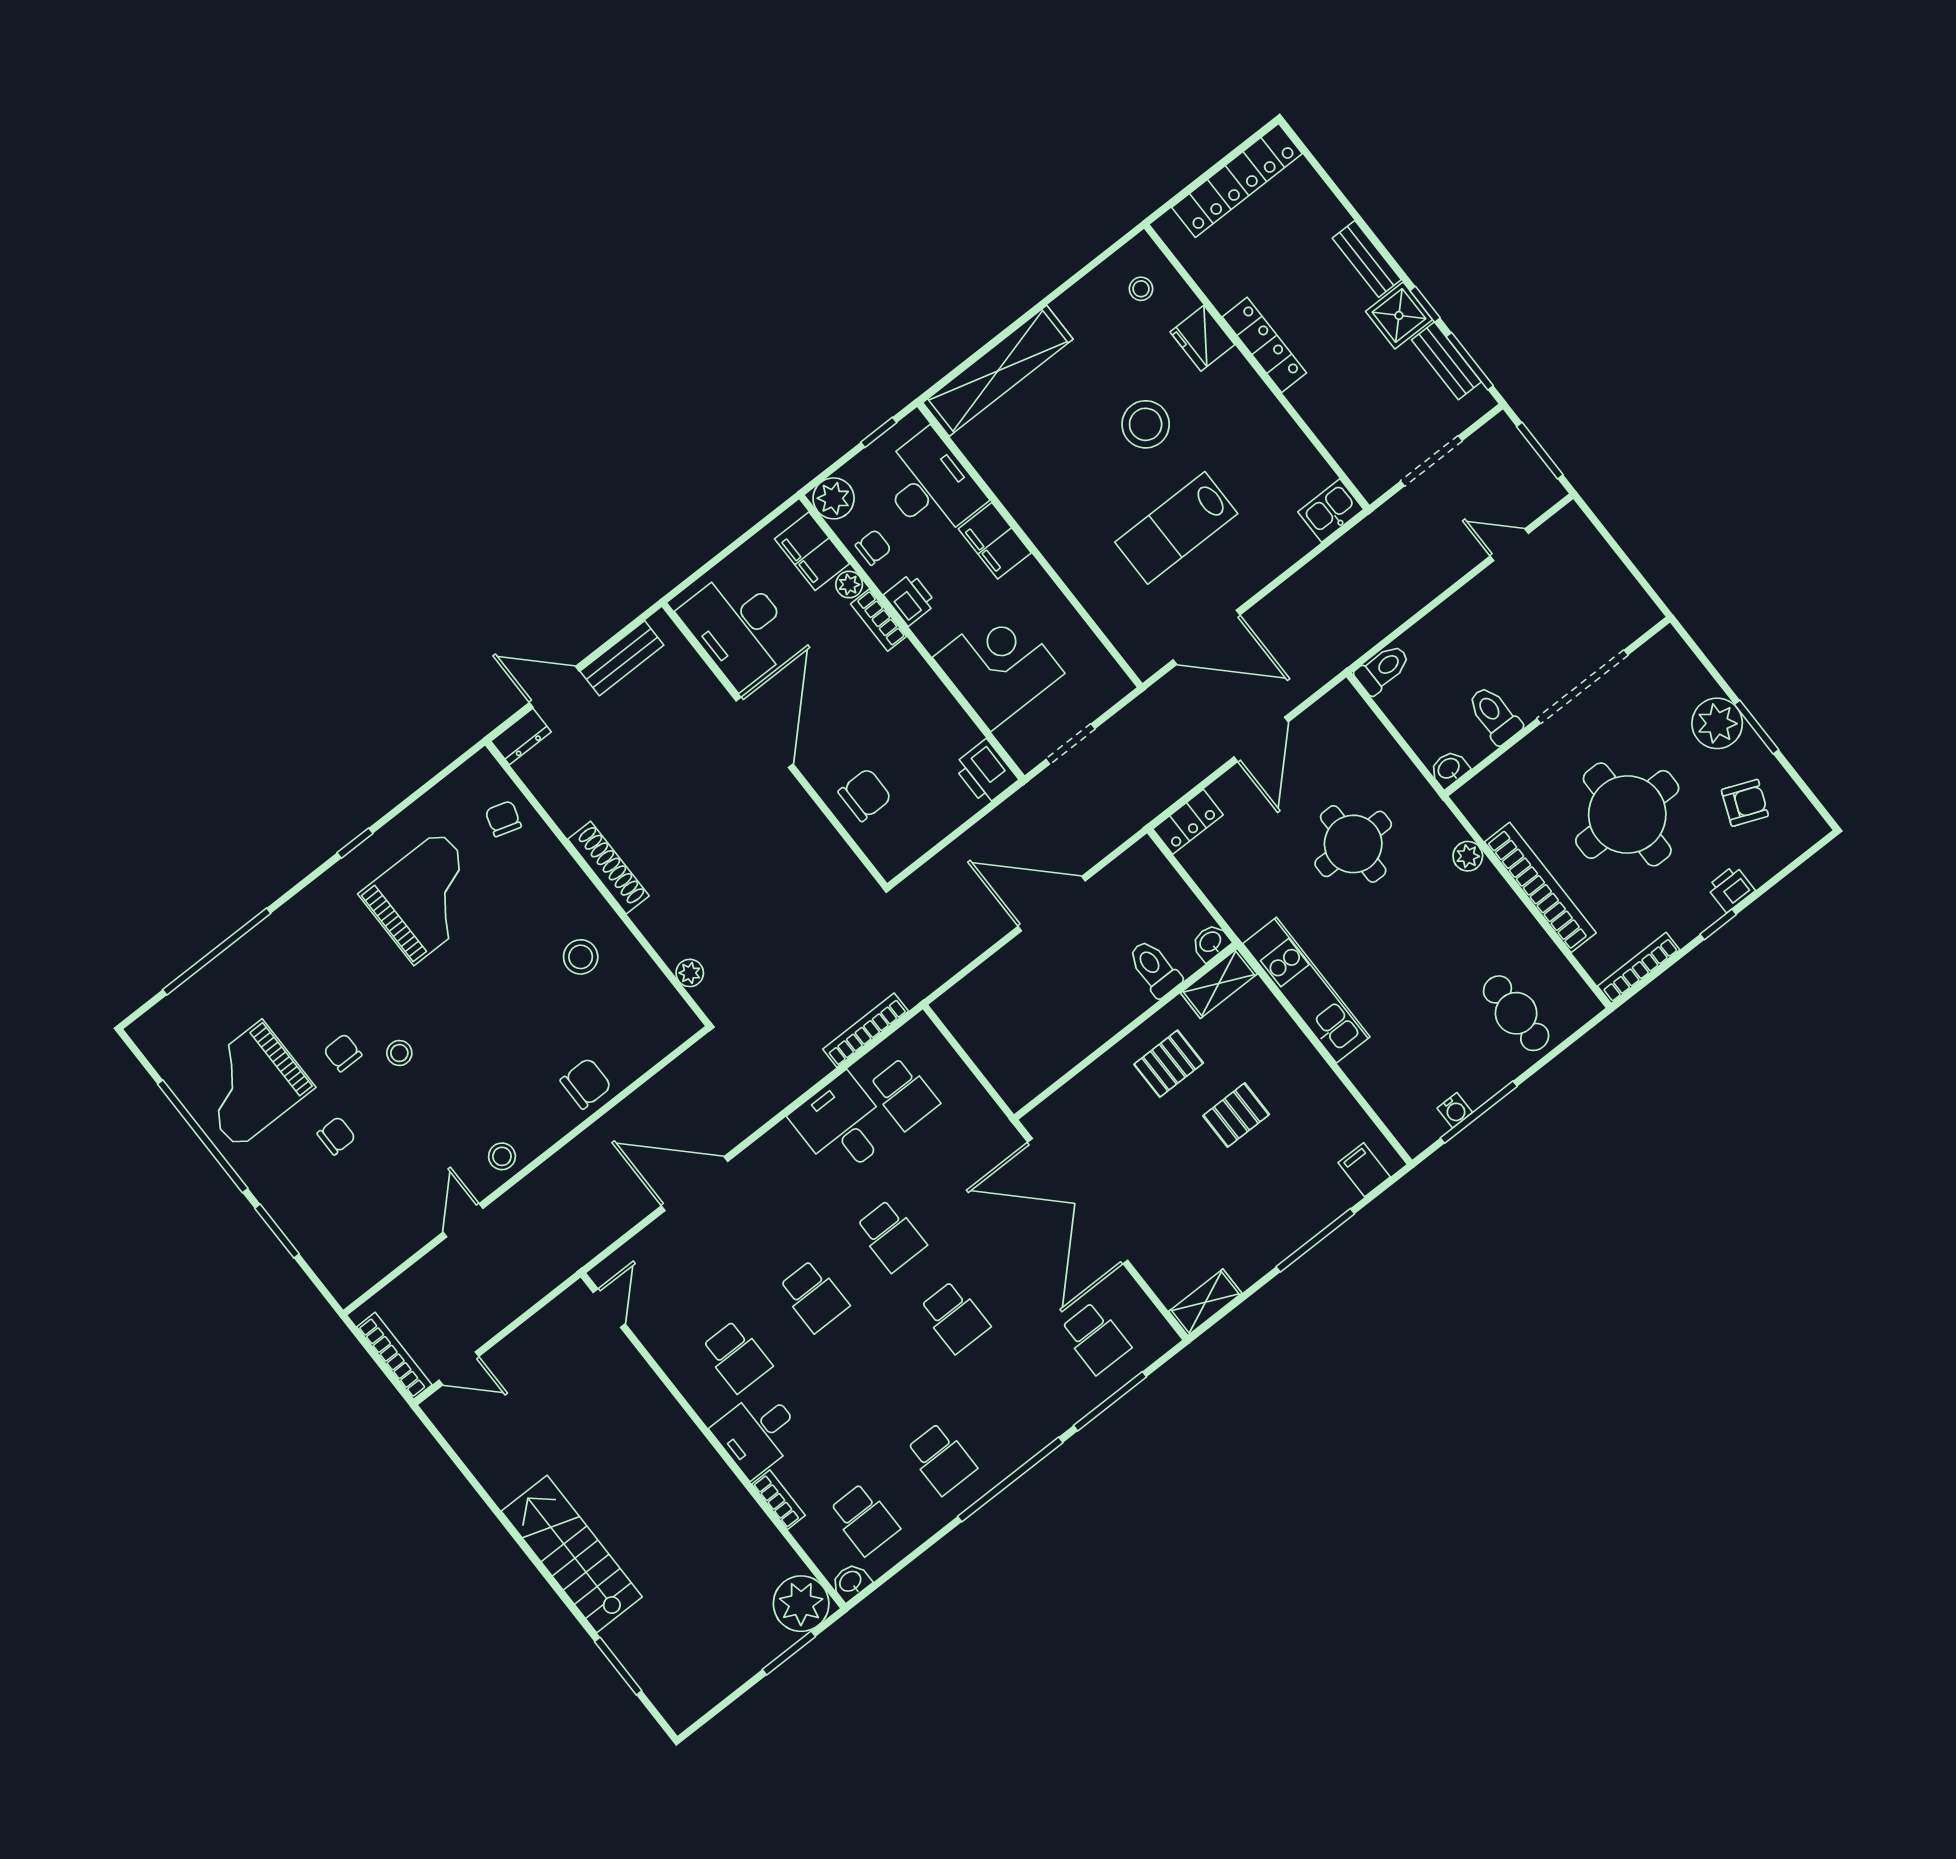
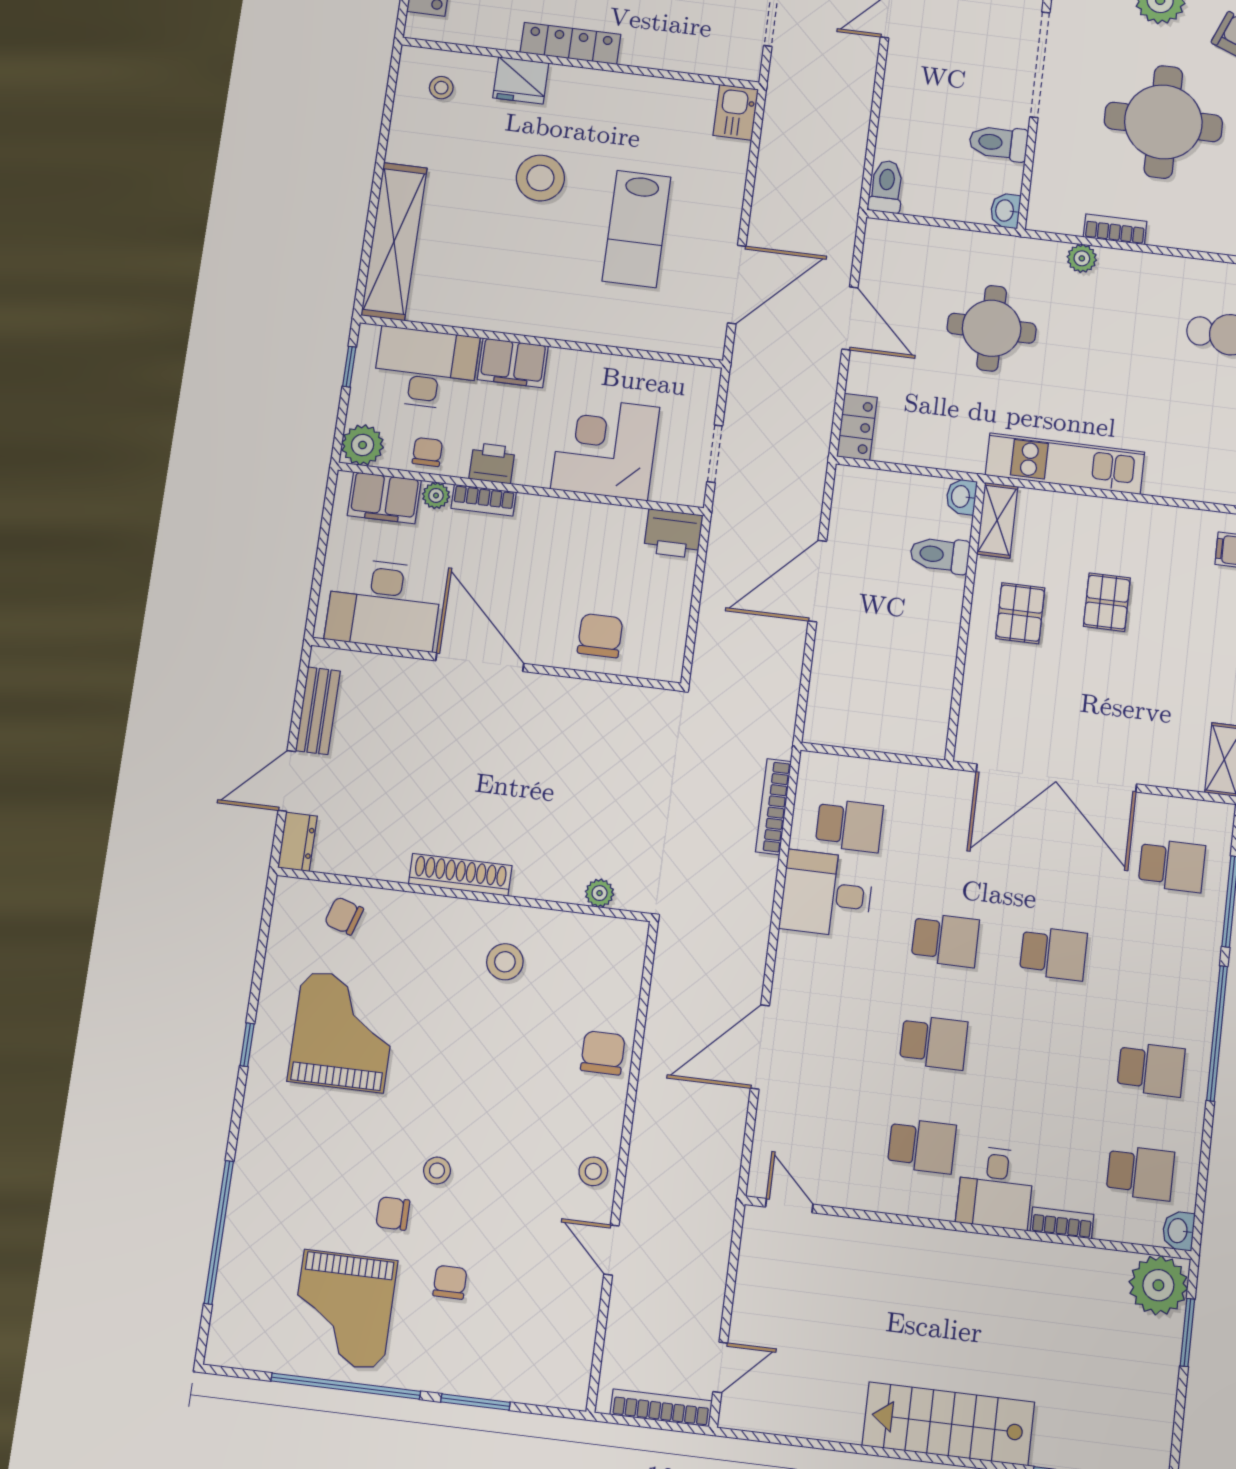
bookcase: (1540, 887) -> (1115, 229), width x0.43, depth x0.76

